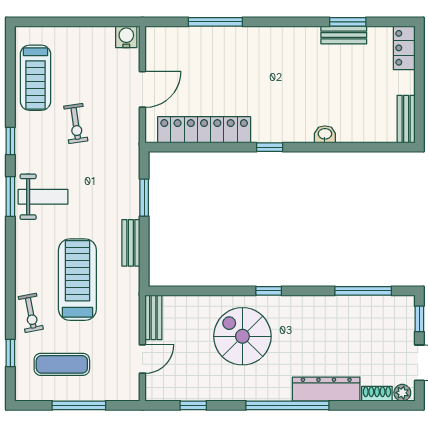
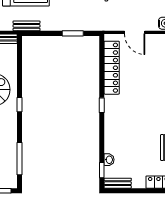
washbasin: (325, 134) -> (109, 160), moved
window: (383, 147) -> (102, 170), added
bench: (131, 243) -> (27, 26), moved

